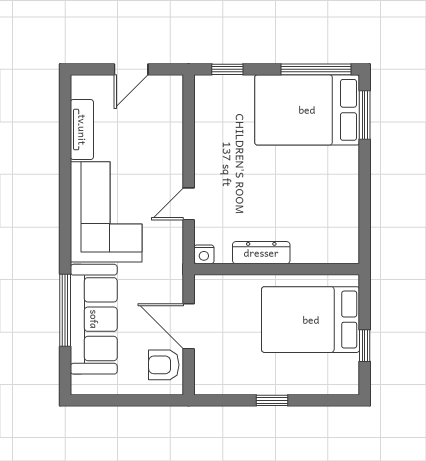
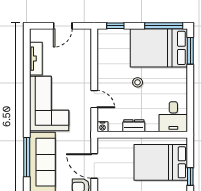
stool: (268, 173) -> (138, 82), added
door: (189, 204) -> (94, 99), swing flipped
desk: (334, 236) -> (173, 117), added
dresser: (261, 253) -> (134, 126), width x0.70

